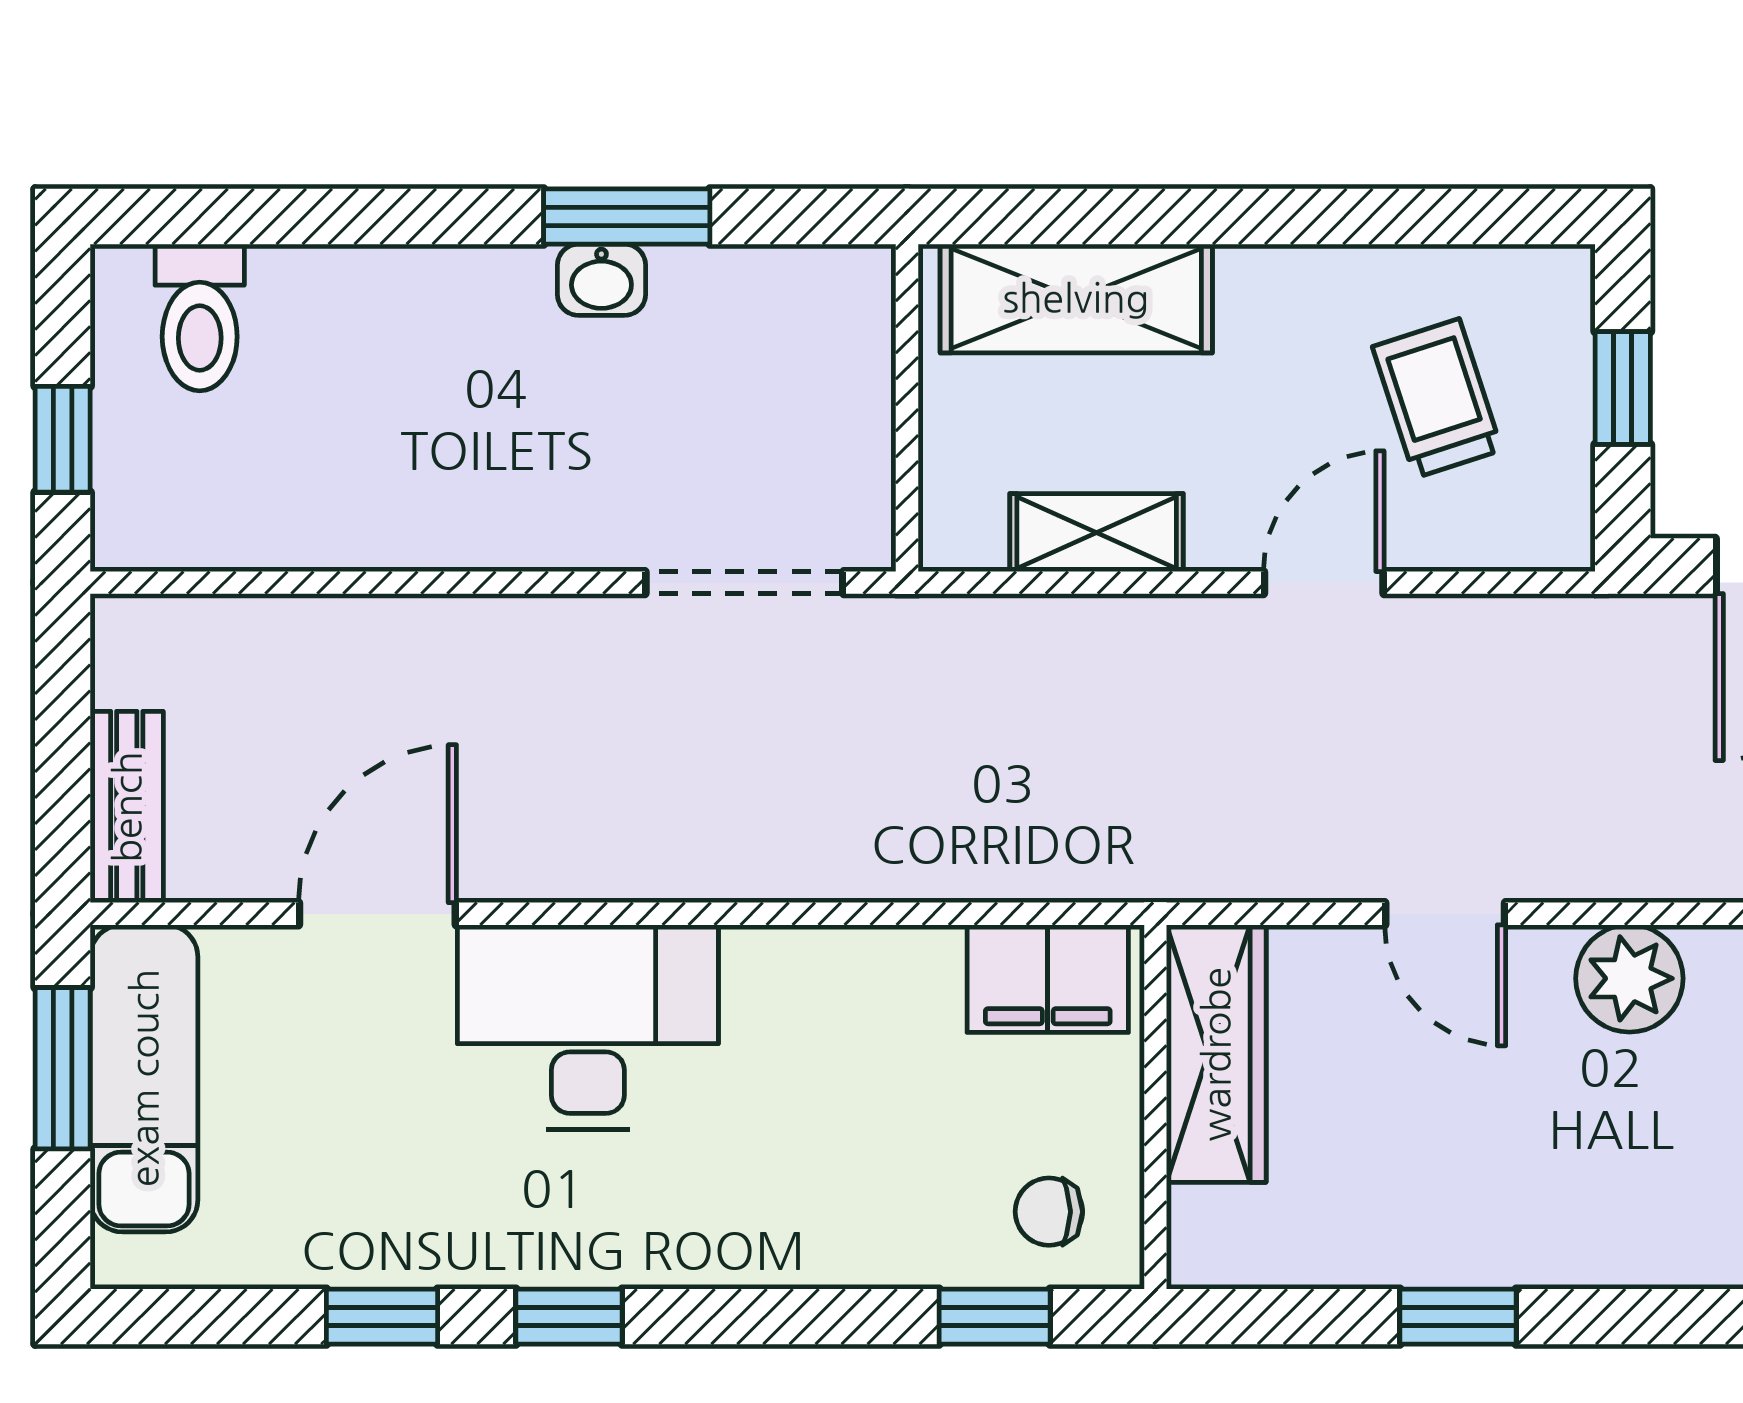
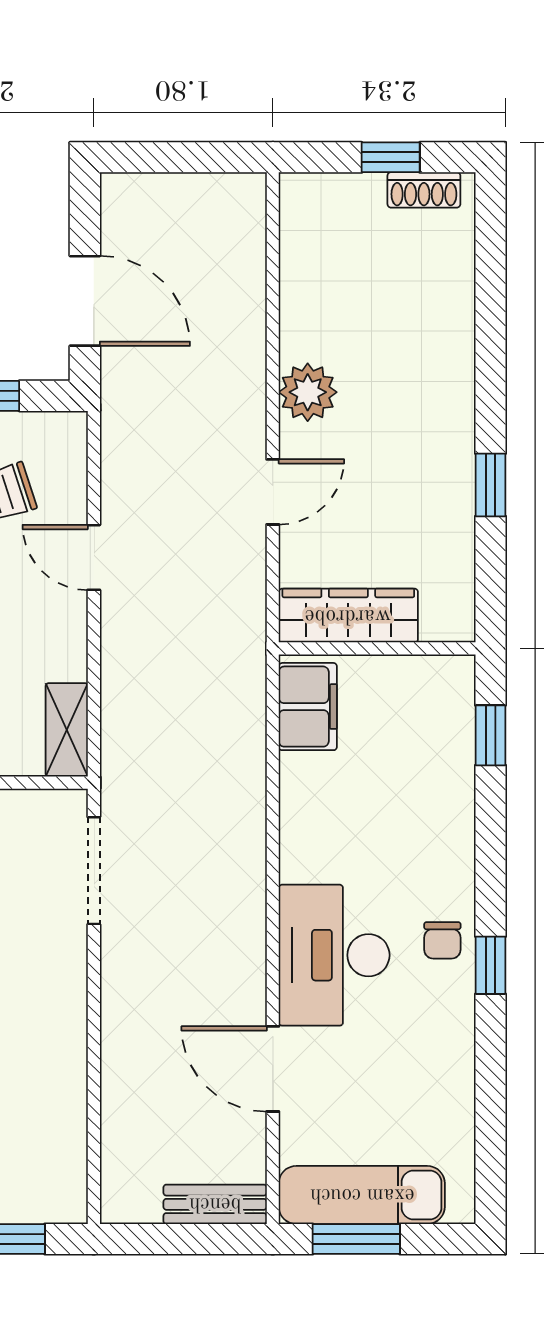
shelving: (1097, 533) -> (67, 730), moved
chair: (1049, 1212) -> (442, 940), moved
window: (382, 1317) -> (490, 1066), removed

